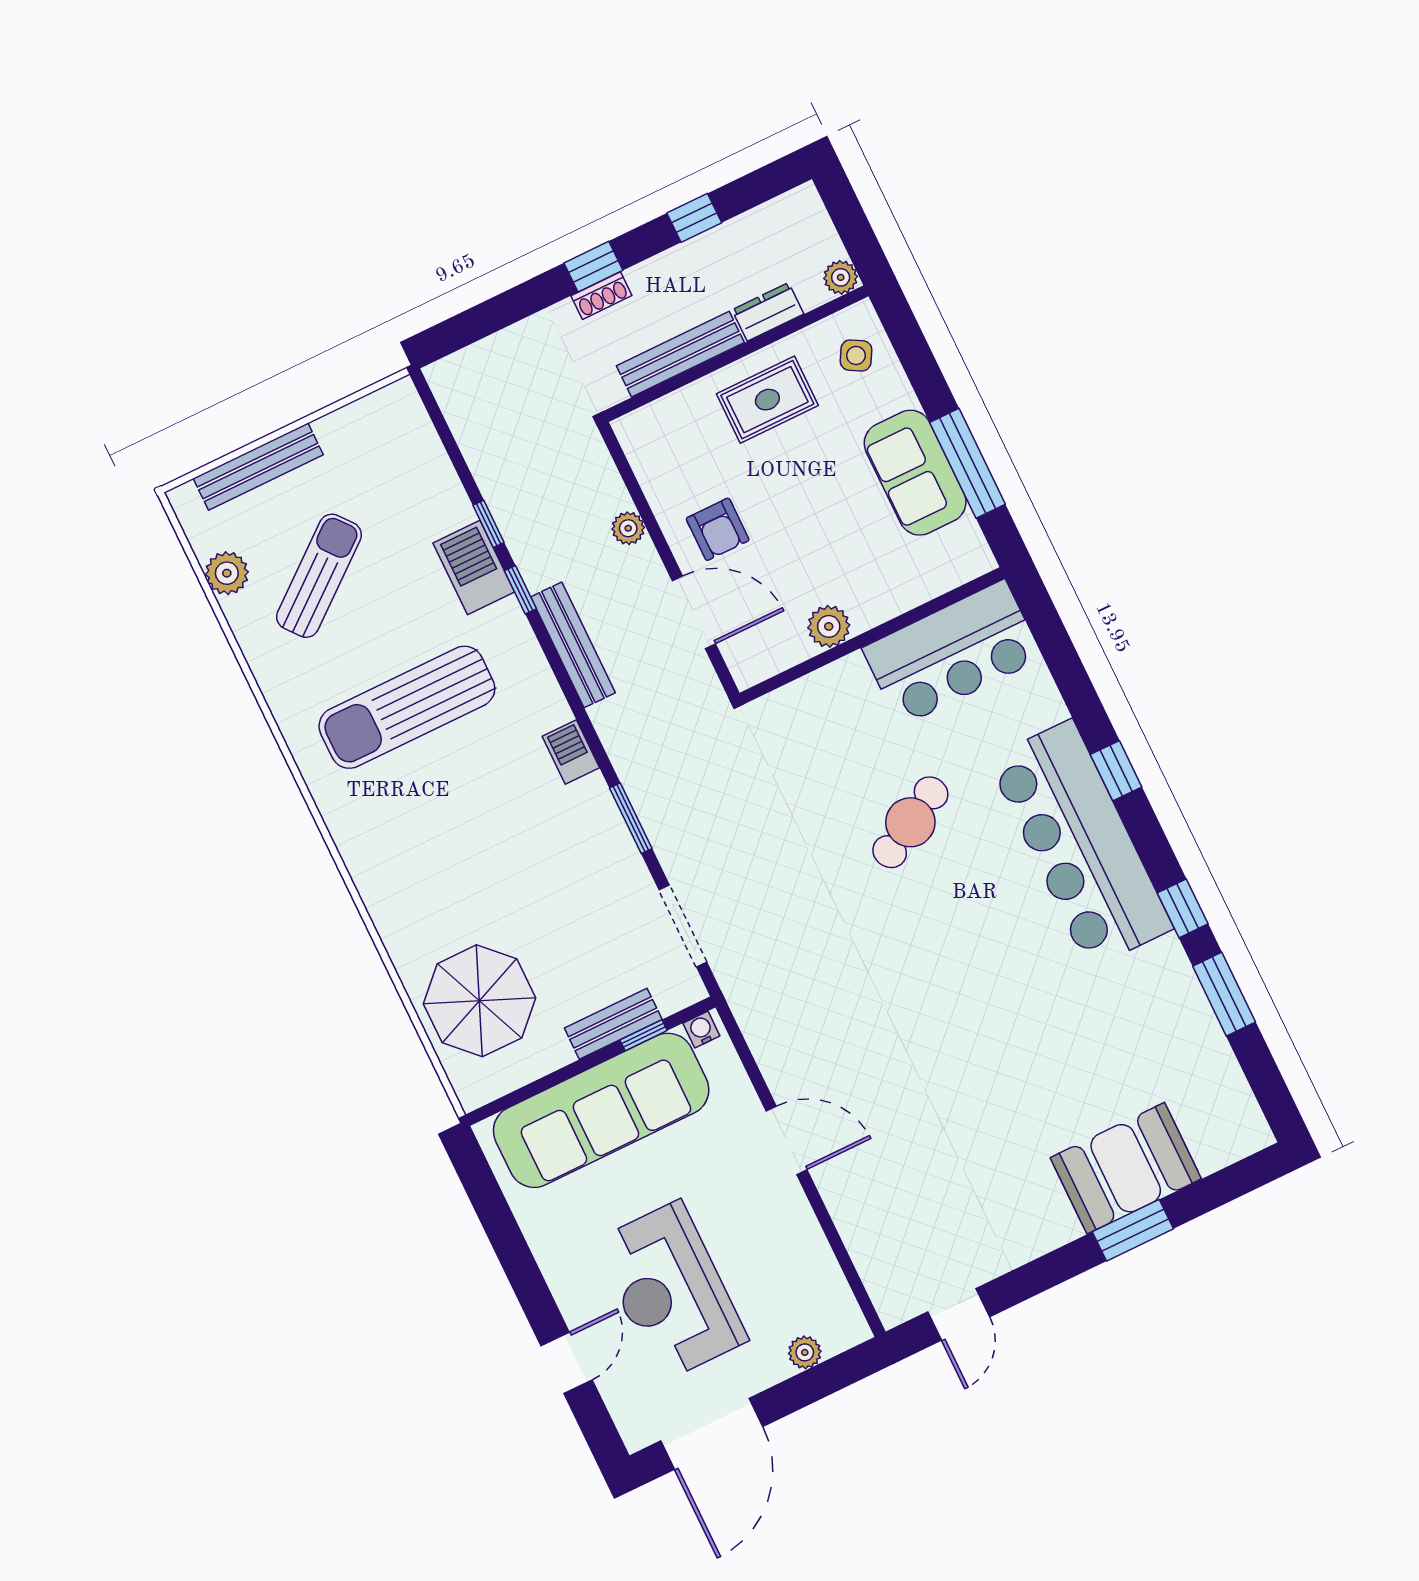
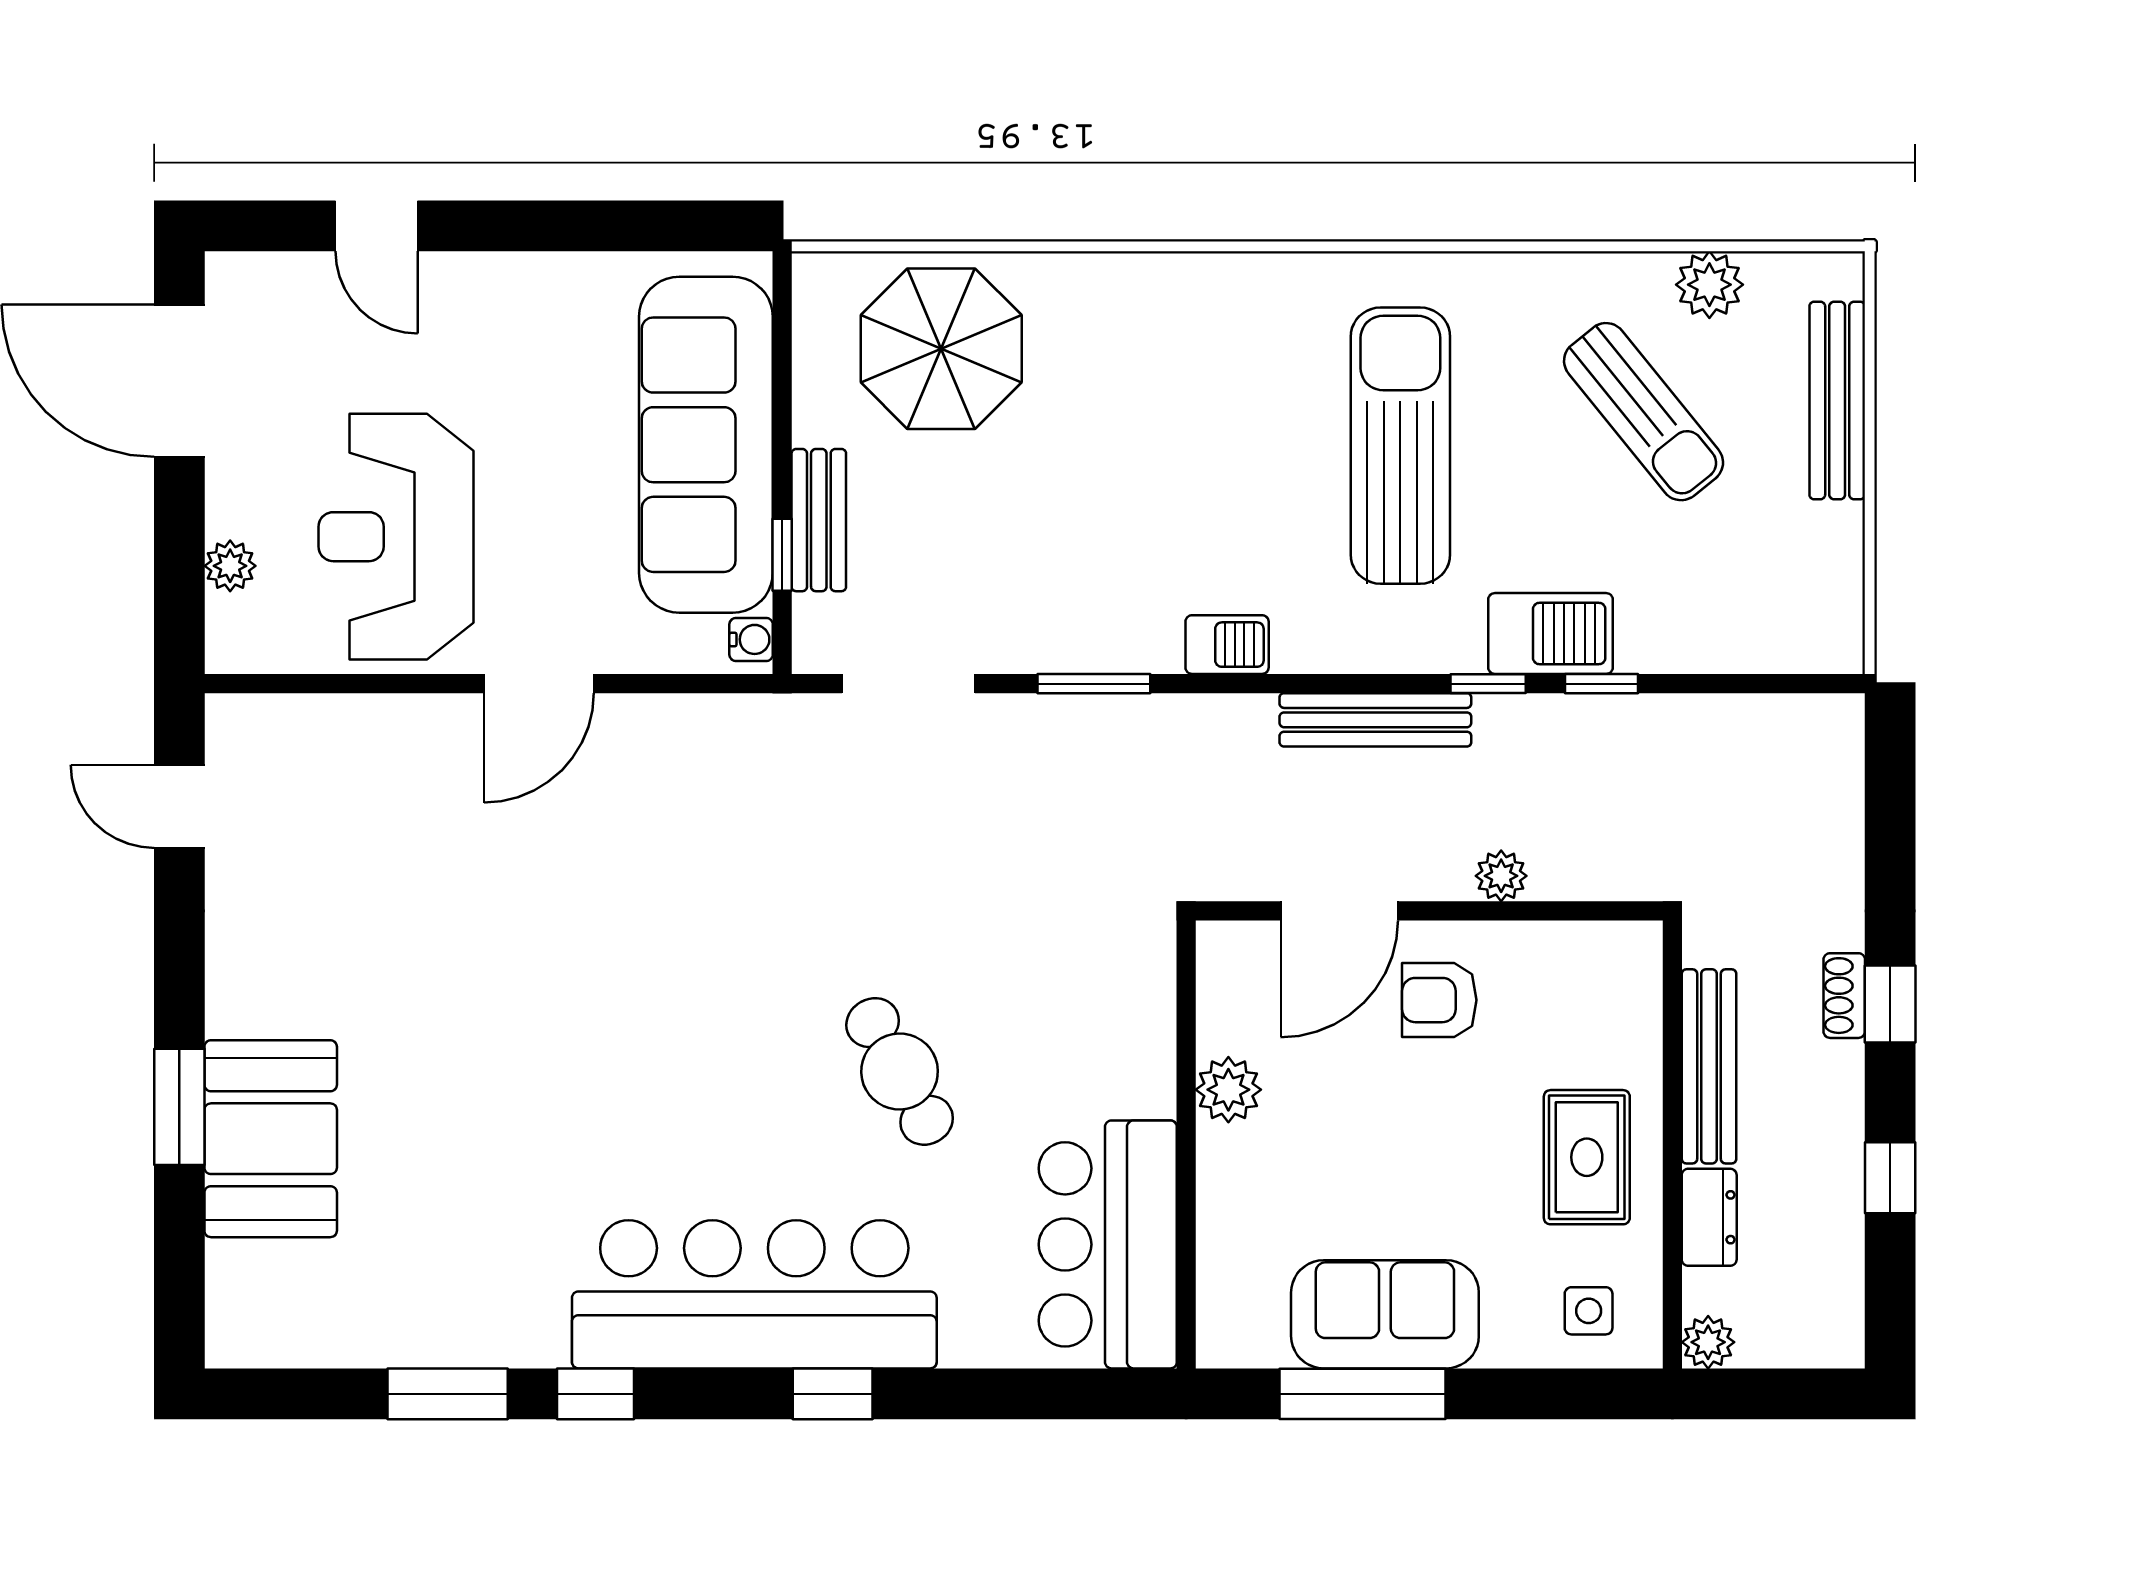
side table: (856, 355) -> (1589, 1311), turned -30
reception desk: (671, 1291) -> (396, 537), moved, turned -90

